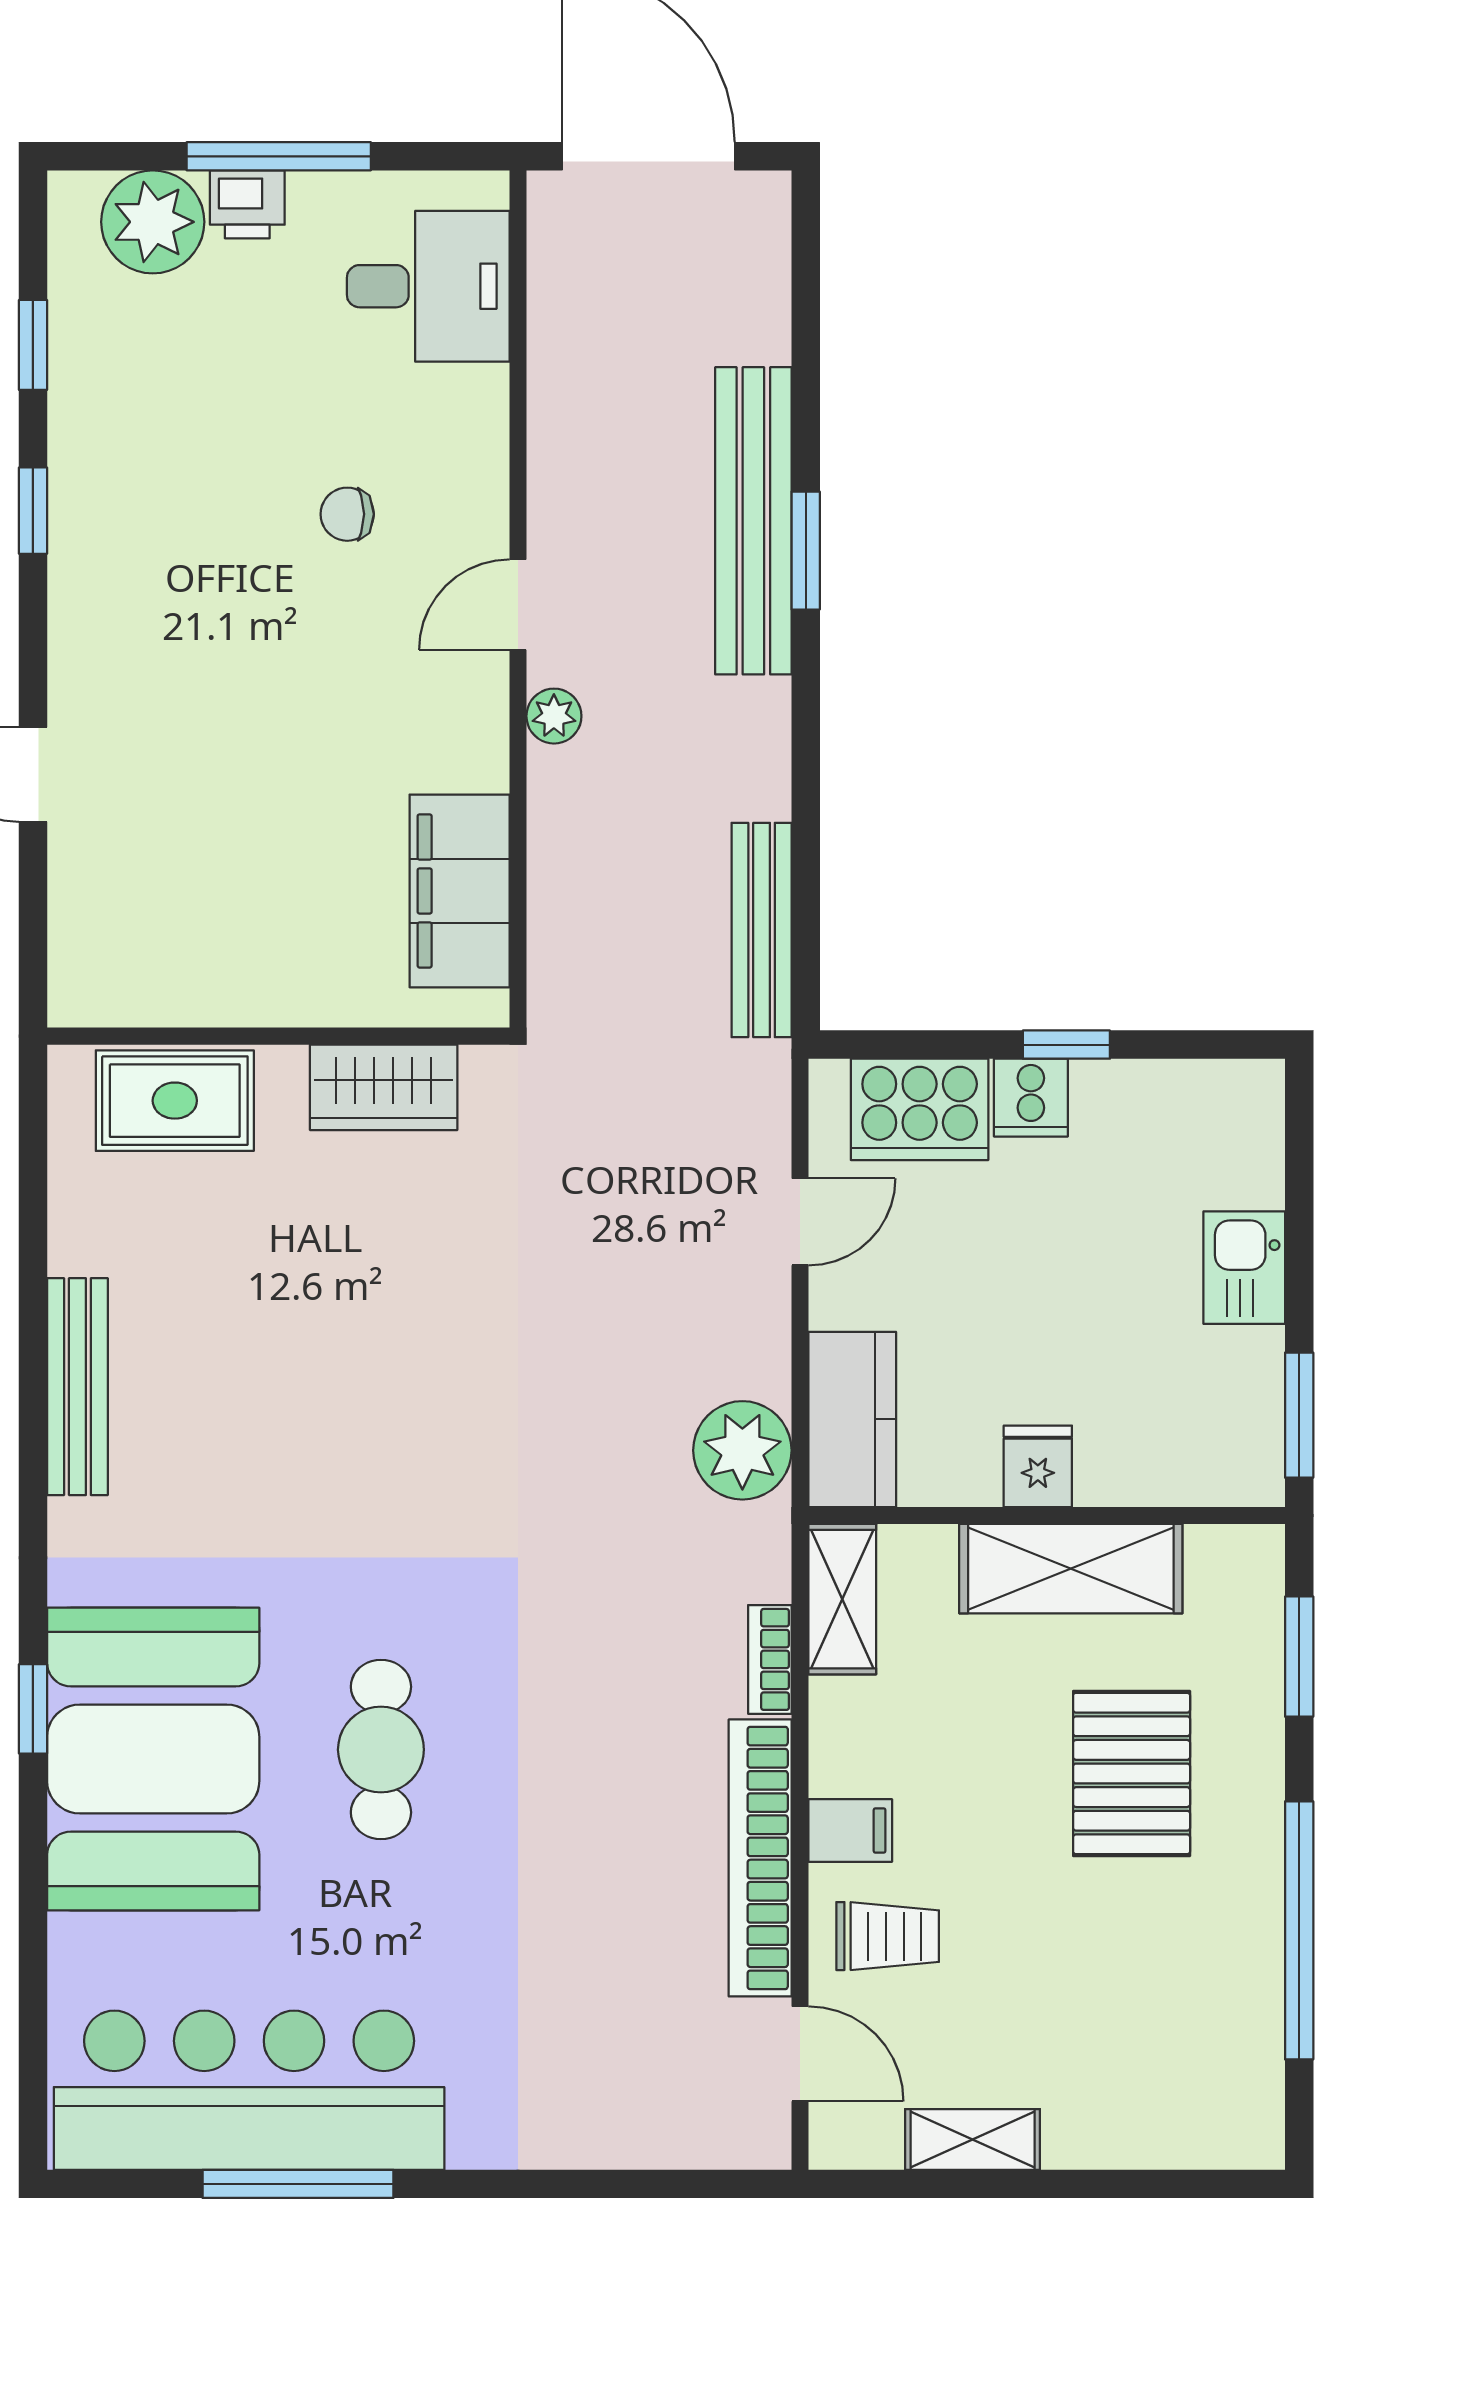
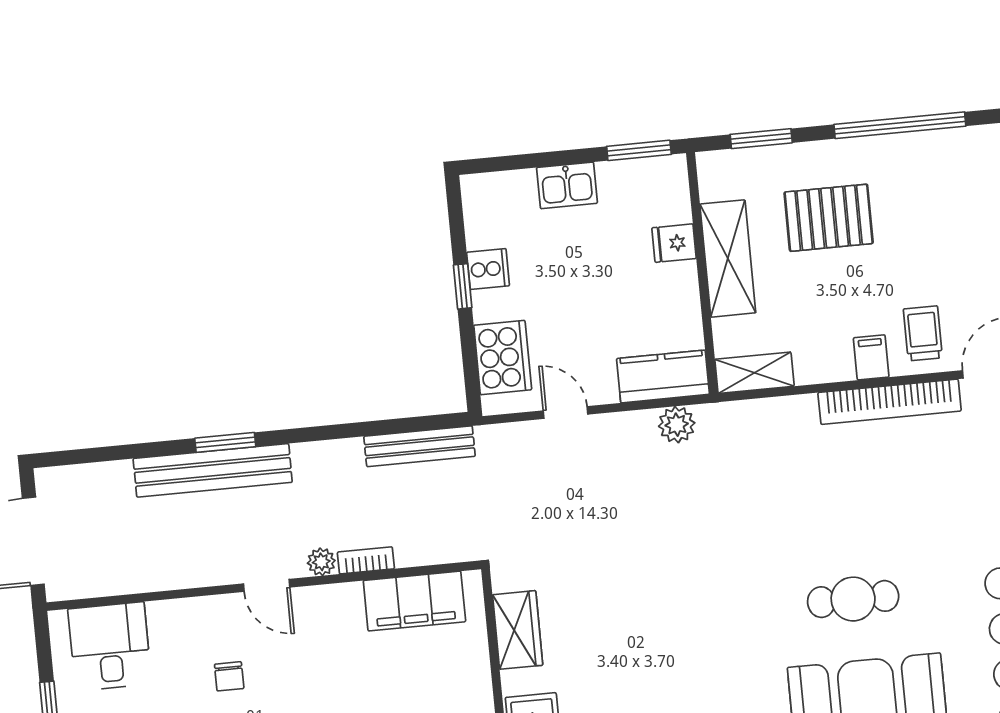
cooker: (1031, 1098) -> (488, 269), moved
plant: (742, 1450) -> (677, 425), width x0.73, depth x0.73
fridge: (1038, 1466) -> (674, 243), moved
bookcase: (770, 1659) -> (366, 560), moved, turned 180

